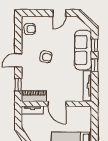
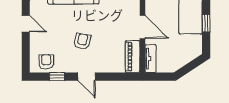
window: (18, 85) -> (57, 77), moved
door: (57, 104) -> (142, 27), hinge flipped

